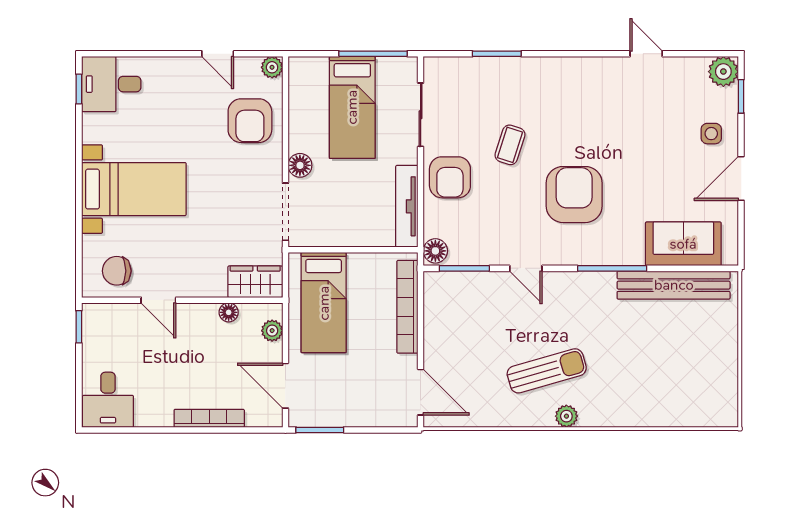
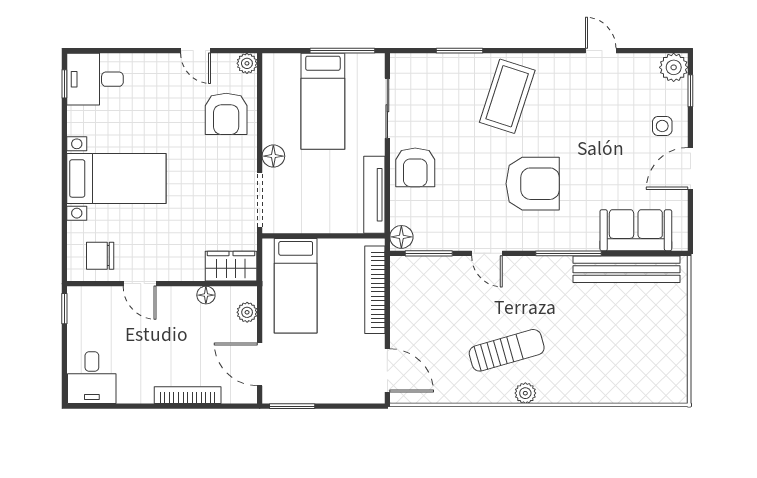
coffee table: (510, 145) -> (507, 96), moved, width x1.86, depth x1.72
armchair: (574, 195) -> (533, 184), turned 90

